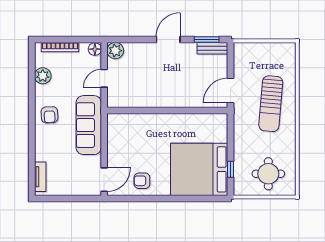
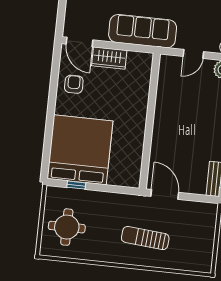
door: (104, 78) -> (193, 54), swing flipped
sun lounger: (271, 104) -> (145, 238), width x0.73, depth x0.75
wardrobe: (116, 152) -> (109, 58), added

